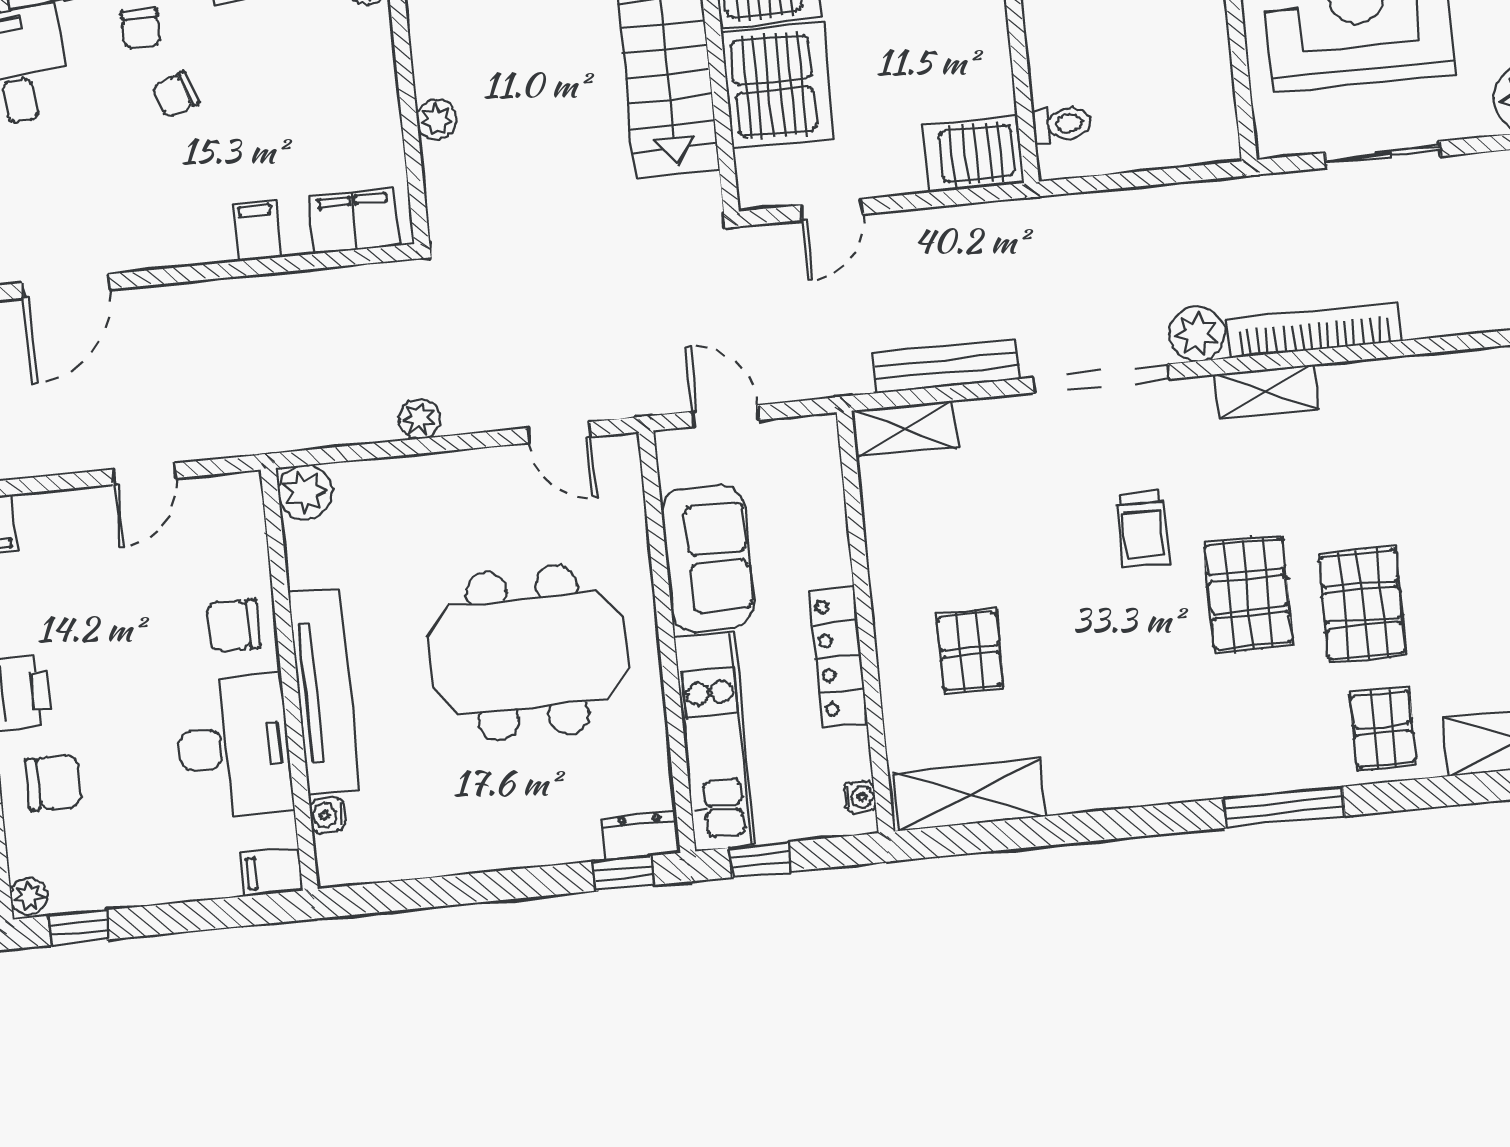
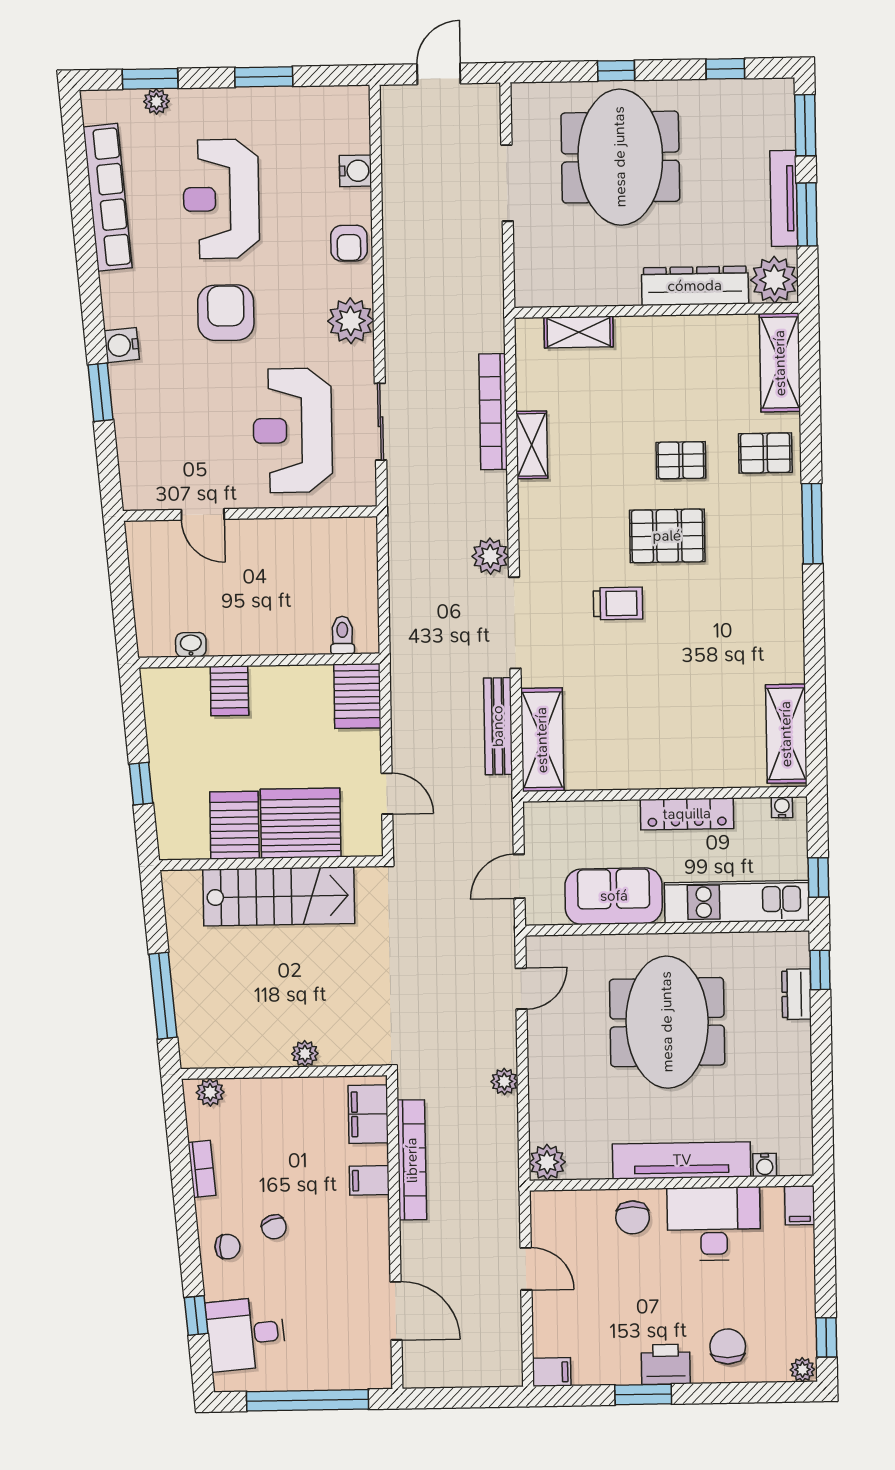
bookcase: (292, 291) -> (412, 1160), added
bookcase: (1314, 330) -> (493, 412), moved
shelving: (1266, 392) -> (532, 445), moved
shelving: (905, 428) -> (542, 740), width x1.50, depth x1.33
pallet: (1362, 605) -> (681, 460), width x0.67, depth x0.71
pallet: (970, 651) -> (690, 725), removed
dresser: (641, 836) -> (796, 994), moved

